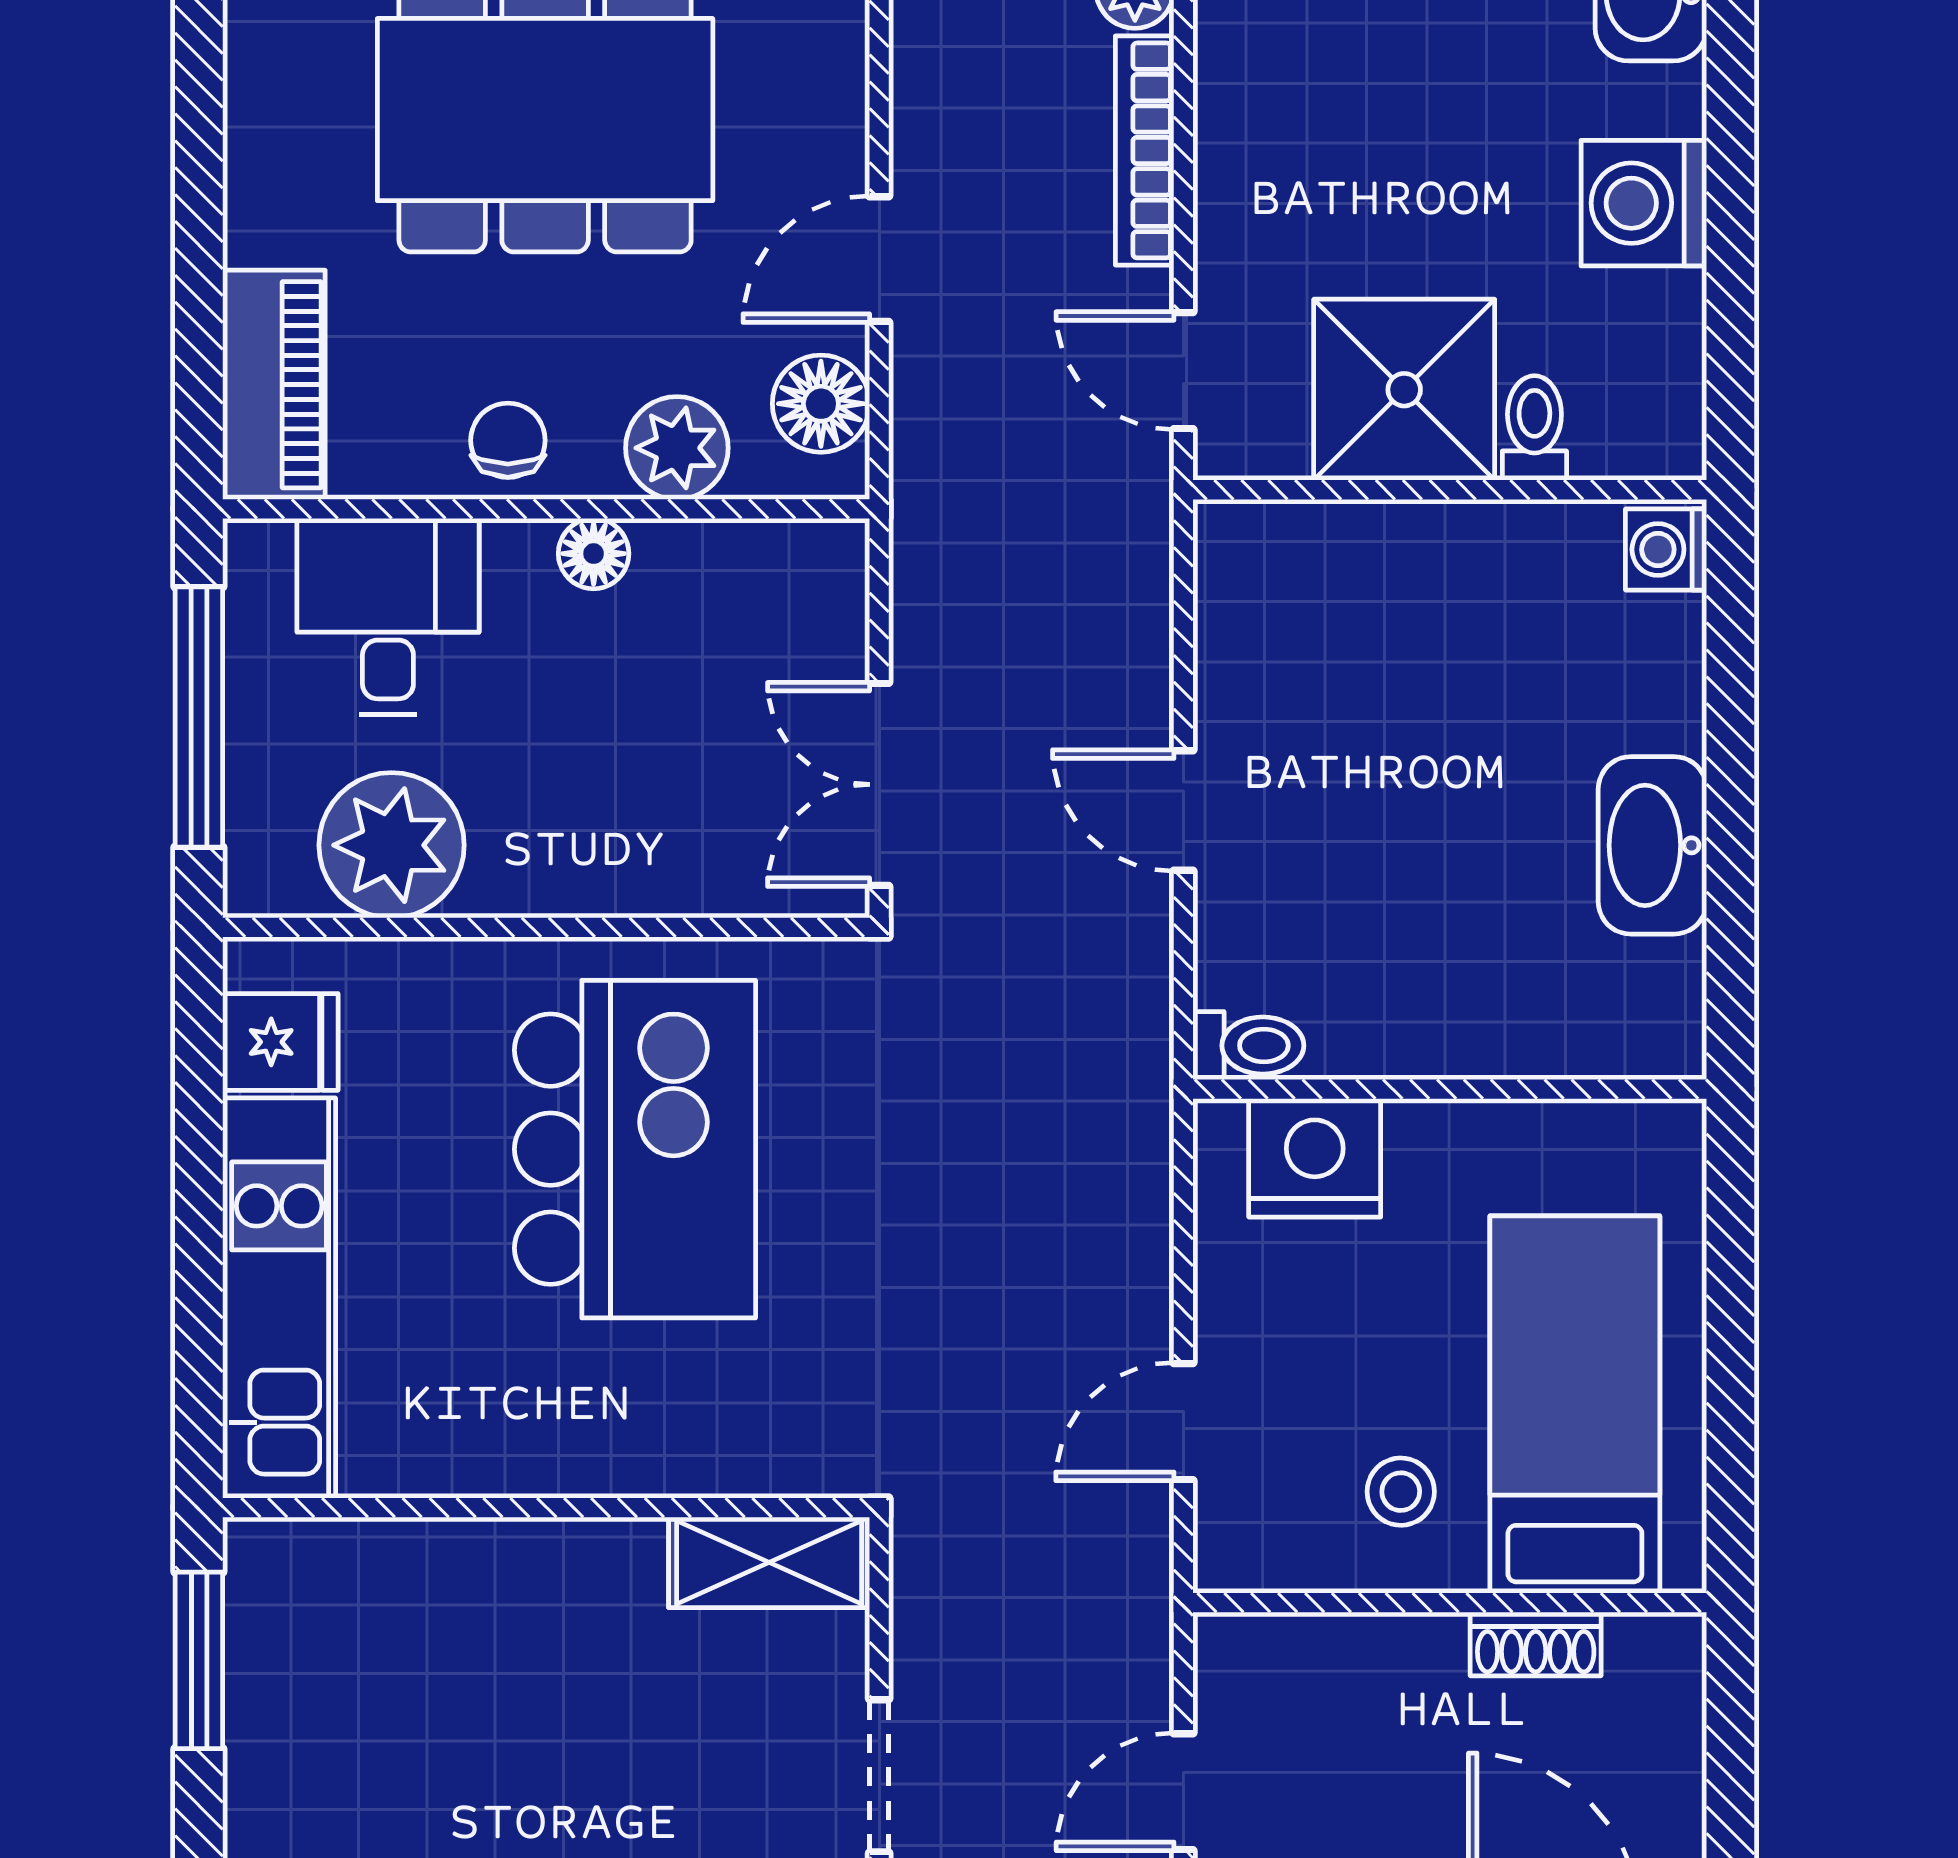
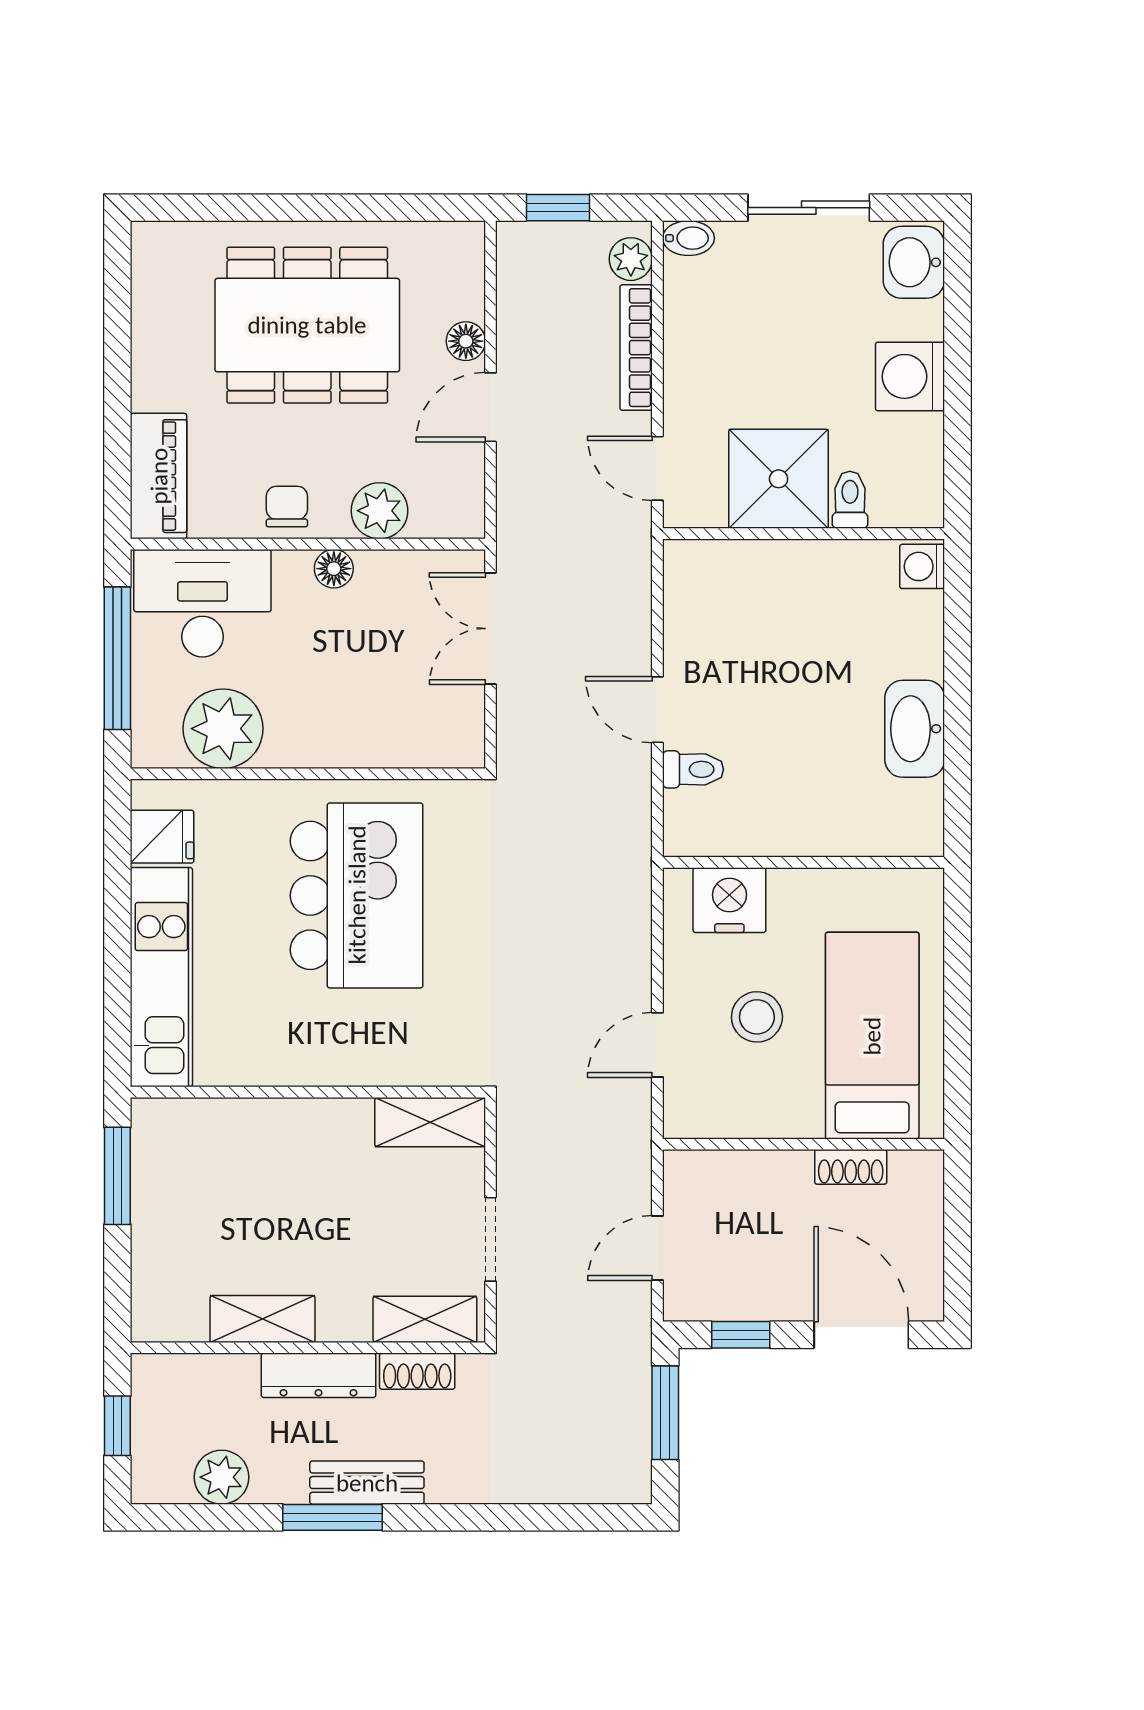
floor lamp: (821, 404) -> (466, 341), moved, width x0.73, depth x0.73
desk: (388, 616) -> (202, 603), width x1.37
double door: (879, 784) -> (490, 629), moved
toilet: (1248, 1046) -> (693, 769), moved
stool: (1401, 1492) -> (757, 1017), moved, width x1.37, depth x1.37

